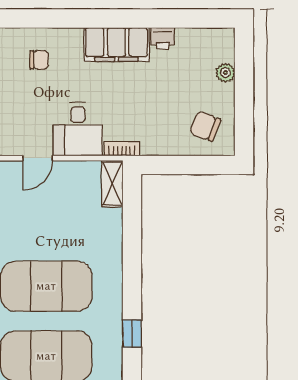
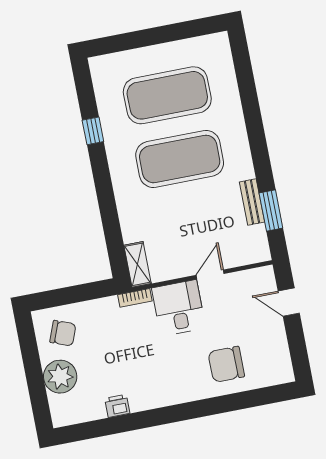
filing cabinet: (116, 45) -> (158, 392), removed
chair: (39, 60) -> (226, 364), width x1.87, depth x1.87
plant: (225, 73) -> (60, 377), width x1.88, depth x1.88

